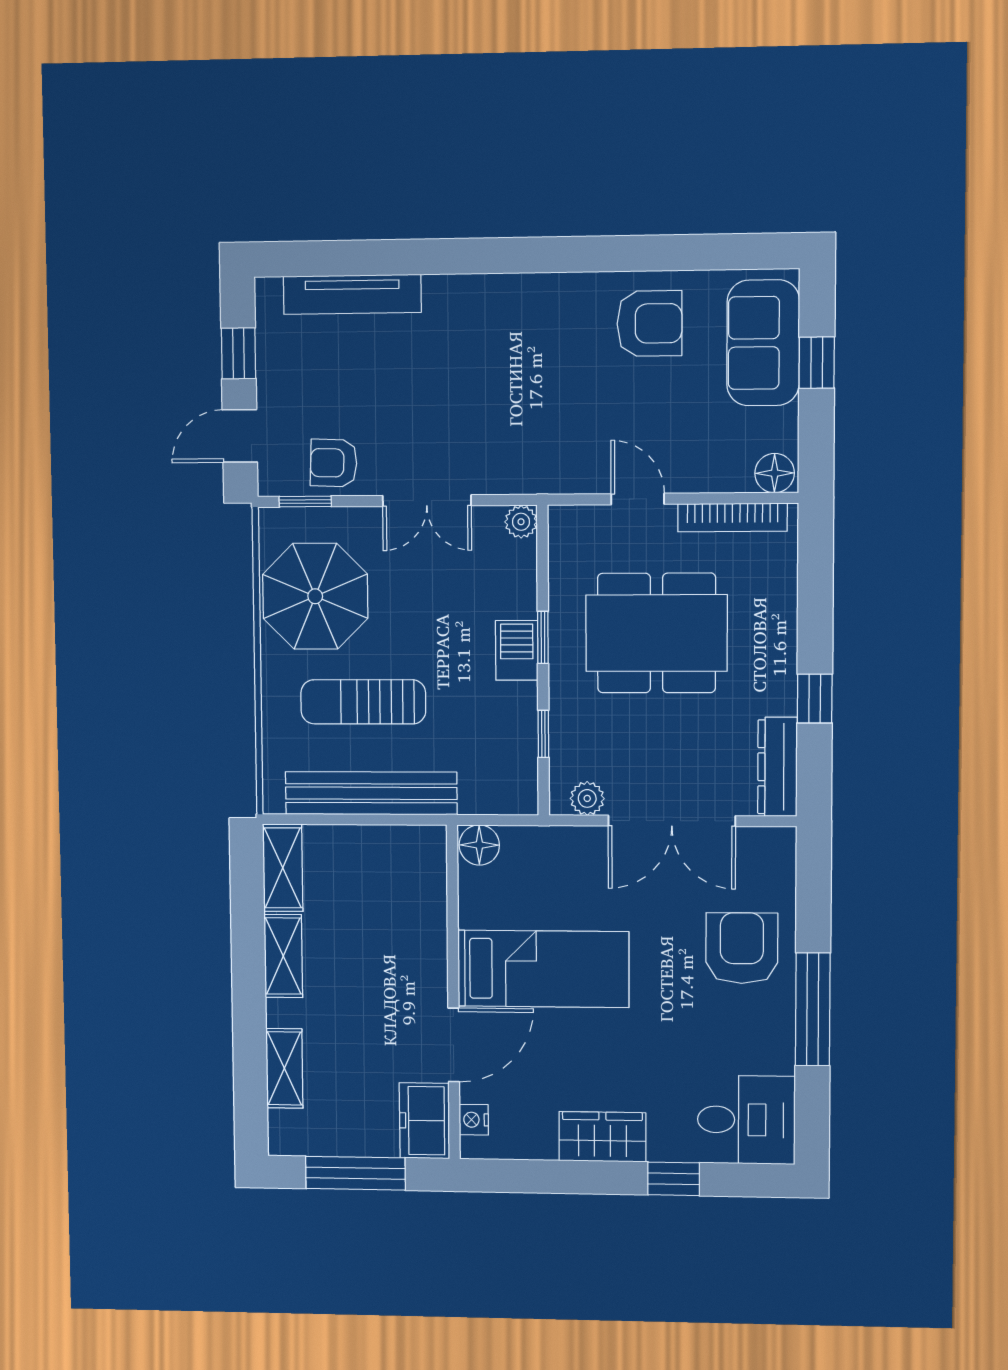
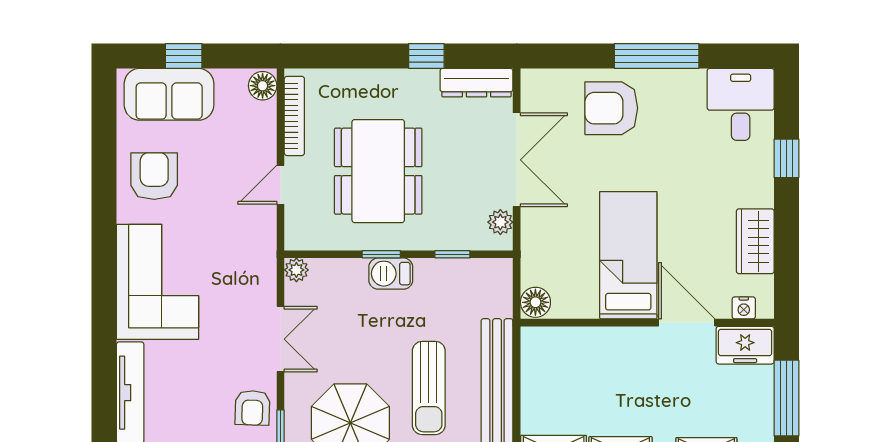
corner sofa: (504, 330) -> (158, 282), added
wardrobe: (602, 1137) -> (755, 241), moved

